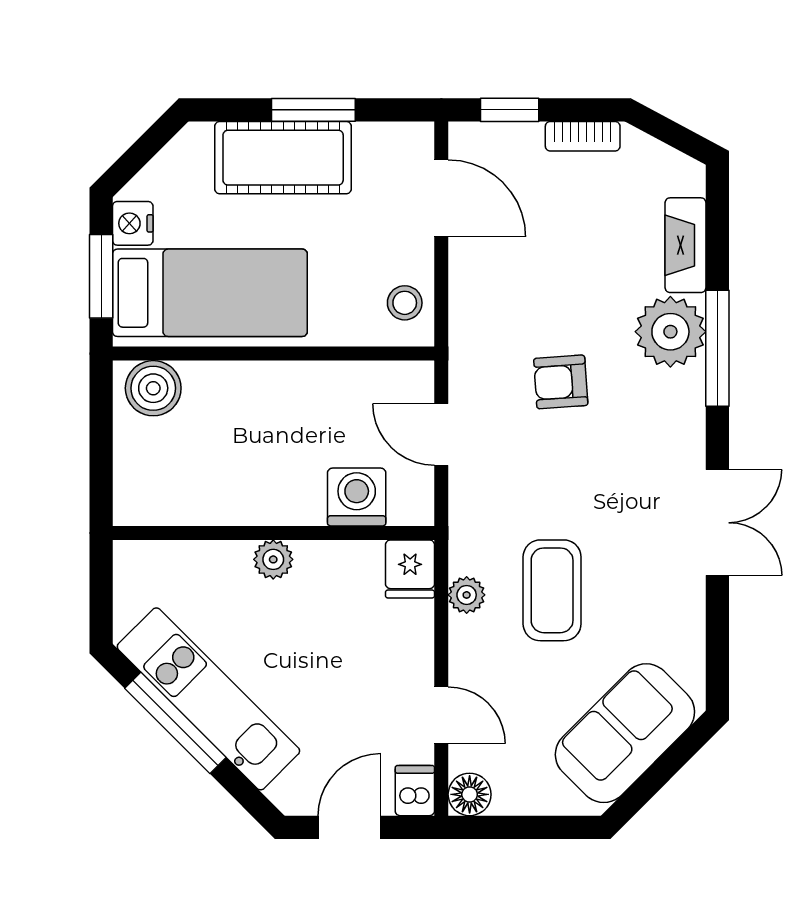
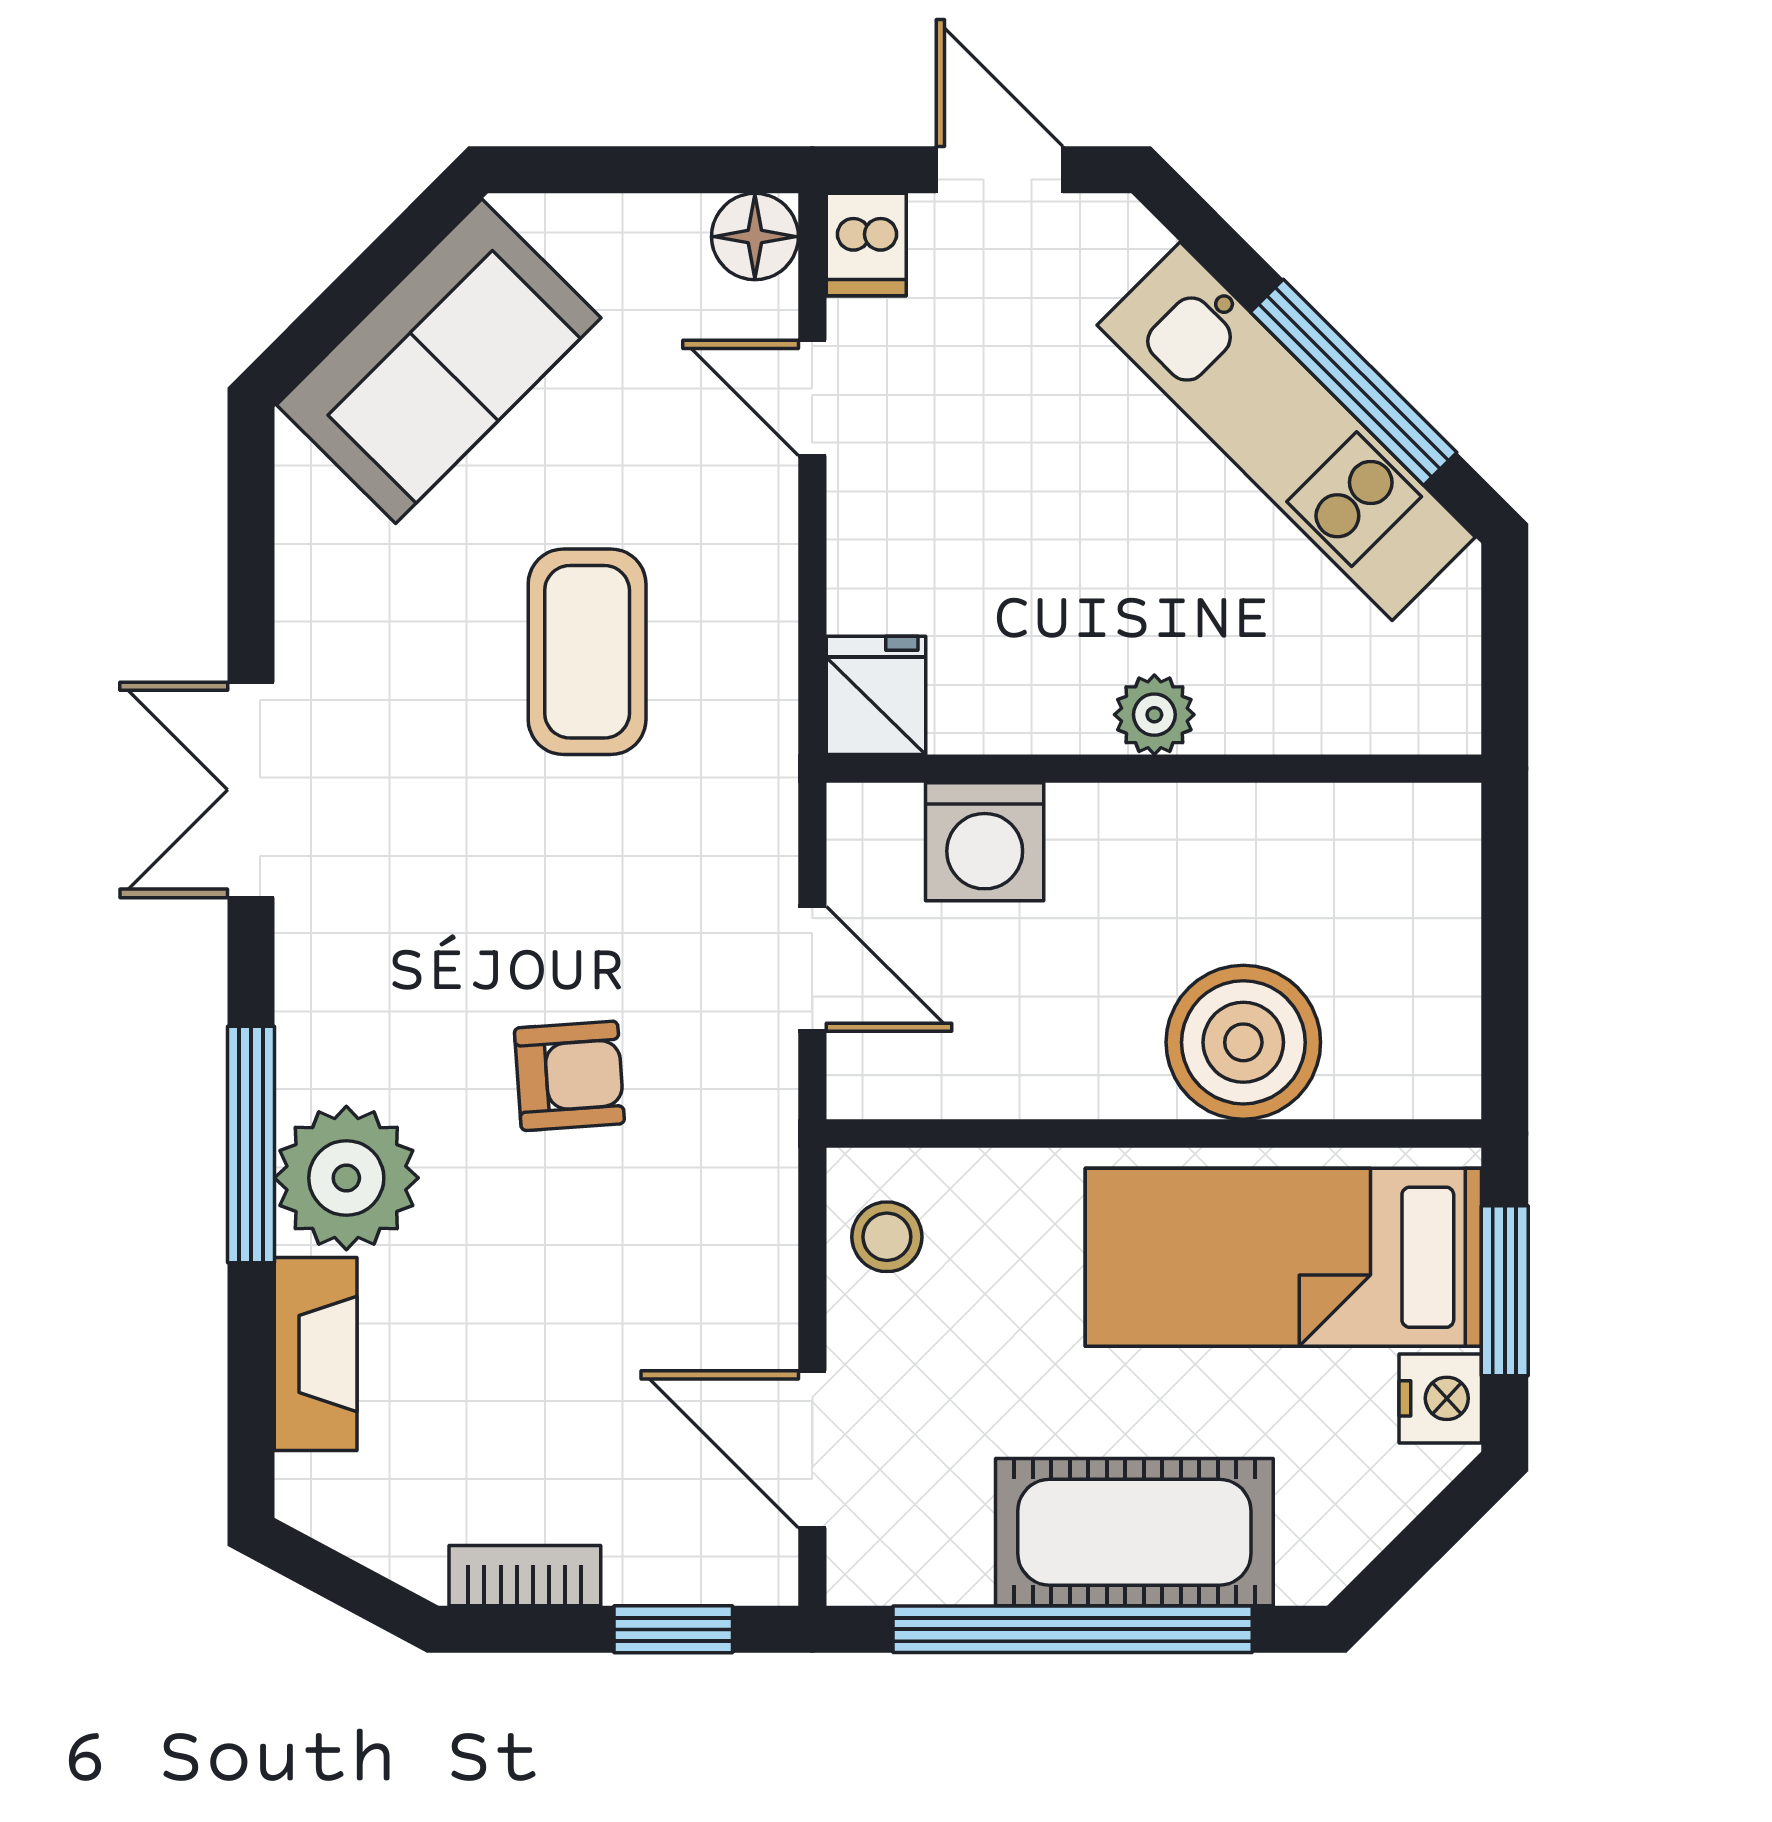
window: (313, 110) -> (1073, 1629), width x2.11
boiler: (153, 388) -> (1243, 1042), moved, width x1.37, depth x1.37
plant: (467, 595) -> (761, 642), removed
door: (349, 827) -> (1000, 170), swing flipped

